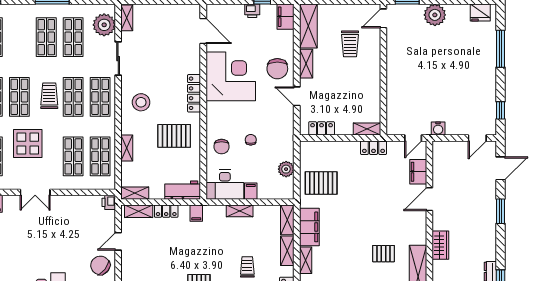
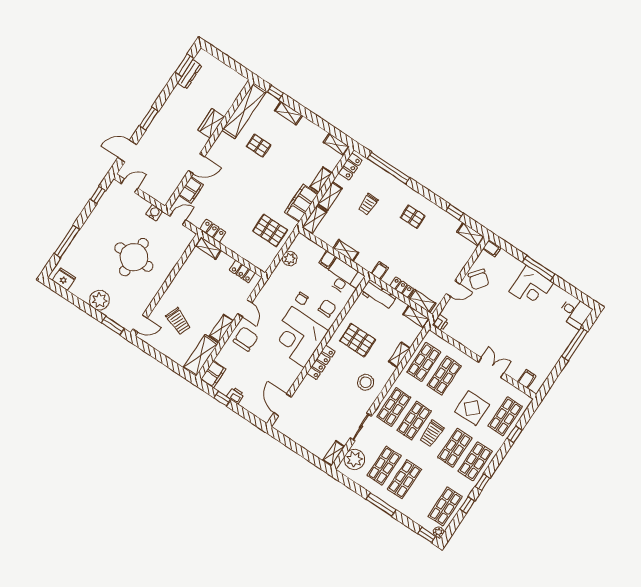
trolley: (350, 44) -> (178, 321), turned 112
round table: (430, 75) -> (134, 257), added
corner desk: (231, 76) -> (298, 337), moved

